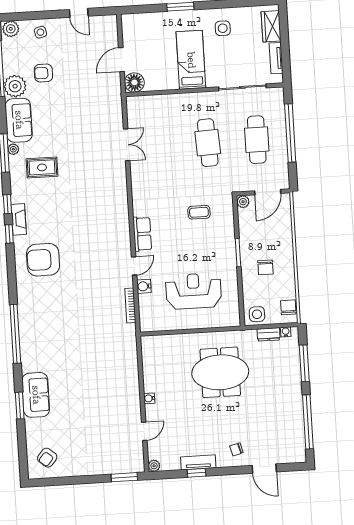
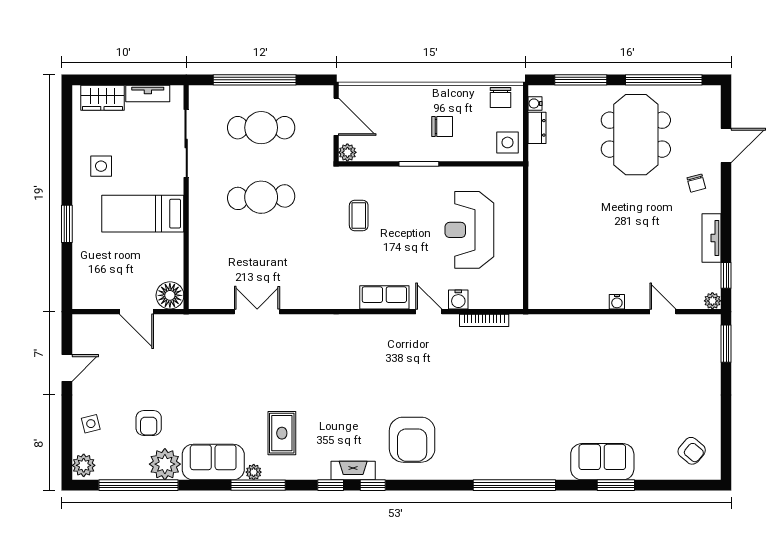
chair: (288, 307) -> (500, 98), turned -90
meeting table: (220, 372) -> (636, 135), moved
window: (197, 473) -> (726, 275), moved

